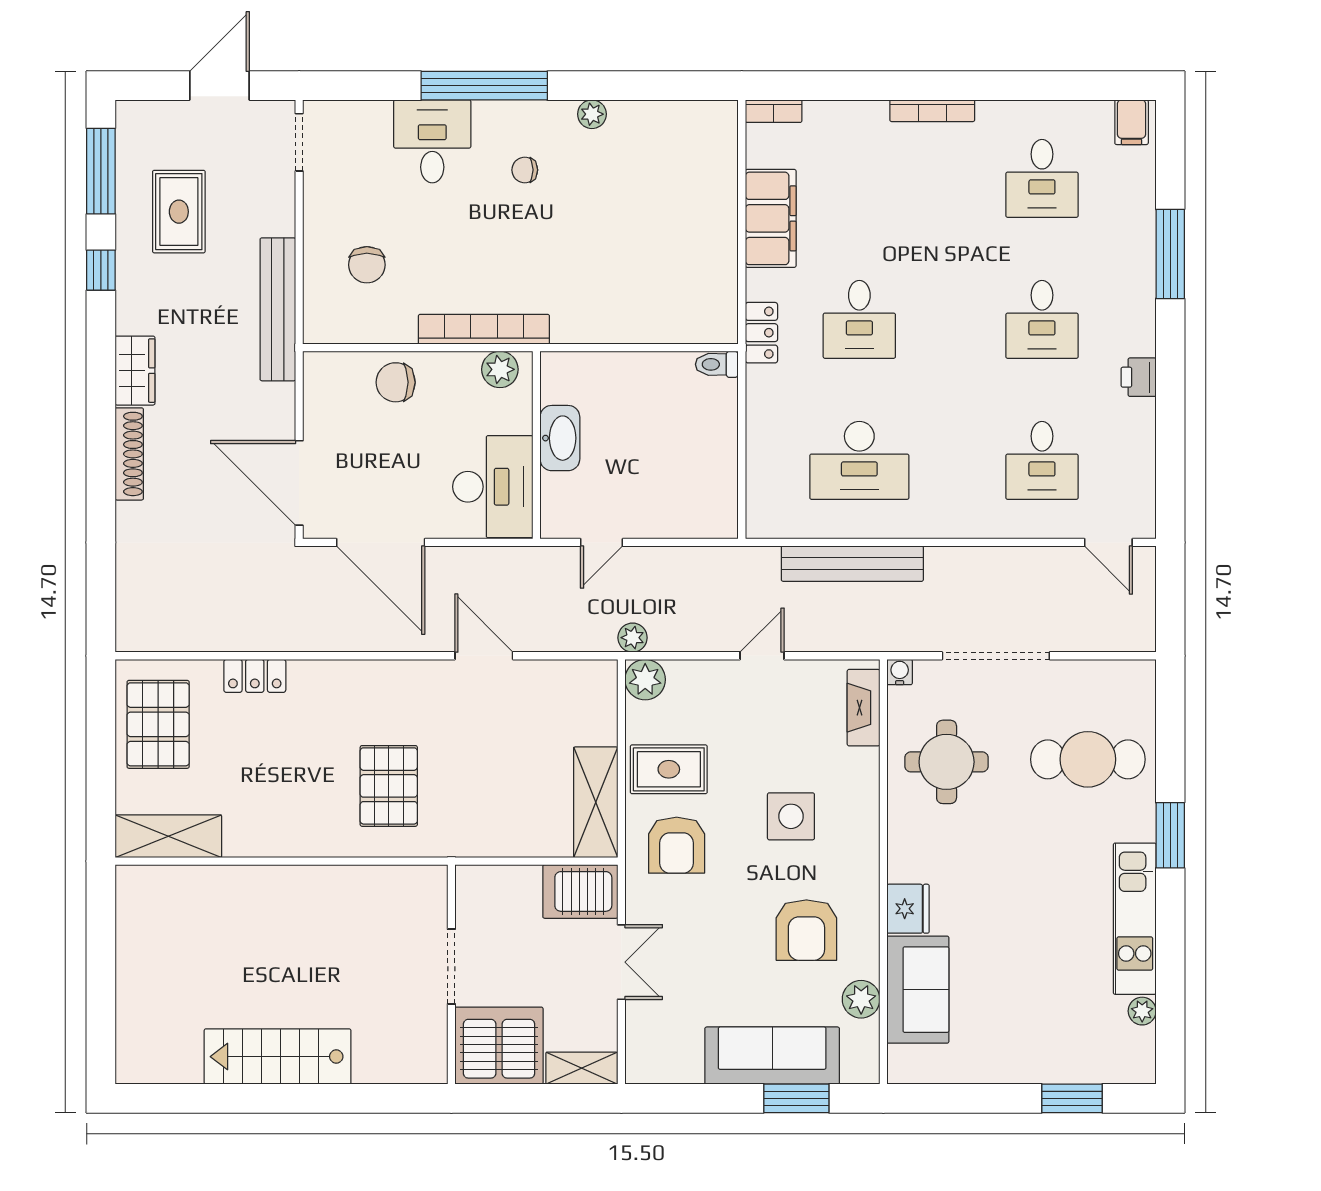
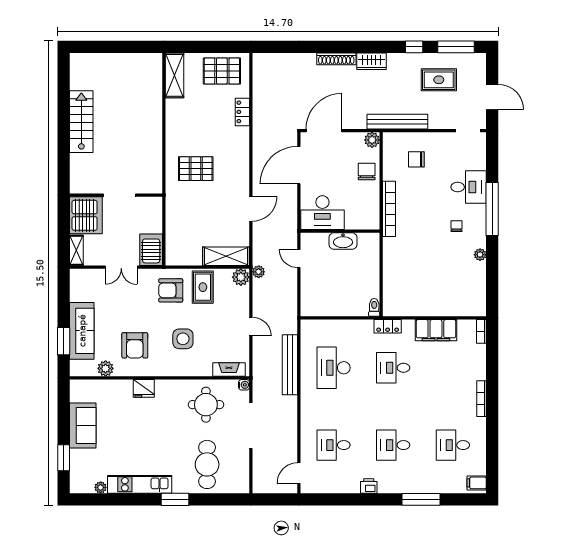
plant: (500, 369) -> (372, 140), moved
shelving: (596, 802) -> (226, 256), moved
armchair: (806, 930) -> (135, 345), turned -90
sofa: (918, 990) -> (83, 426), moved, turned -90

